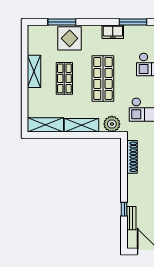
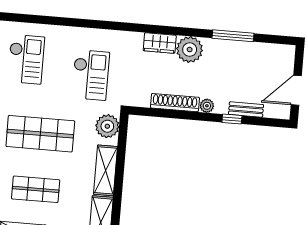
shoe rack: (132, 157) -> (175, 103), moved
plant: (132, 191) -> (207, 106), added

